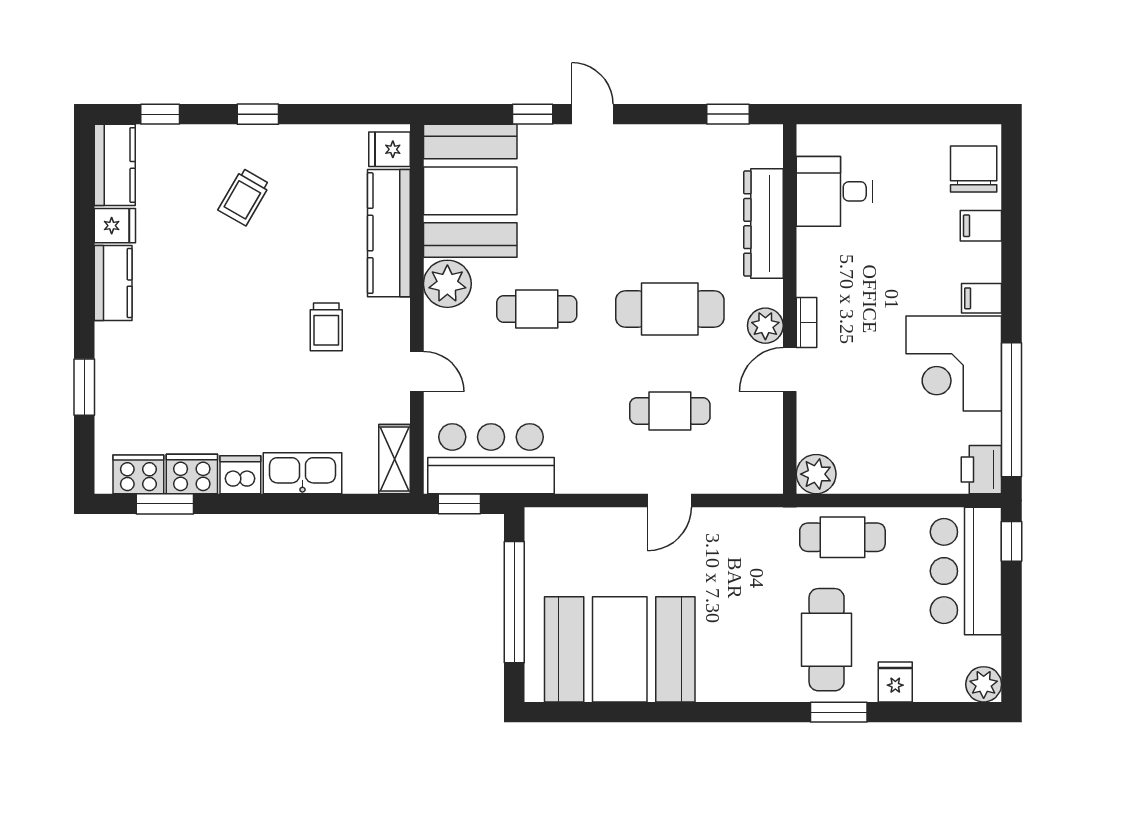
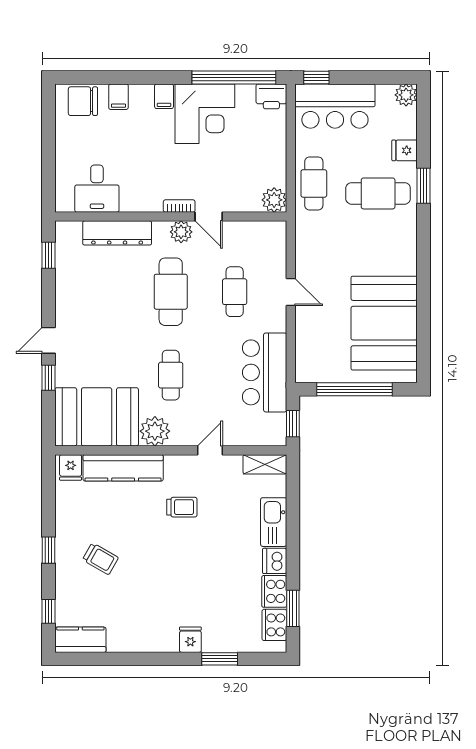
fridge: (115, 226) -> (190, 640), moved
kitchen counter: (113, 283) -> (154, 641), removed
bar counter: (491, 459) -> (265, 372), moved

